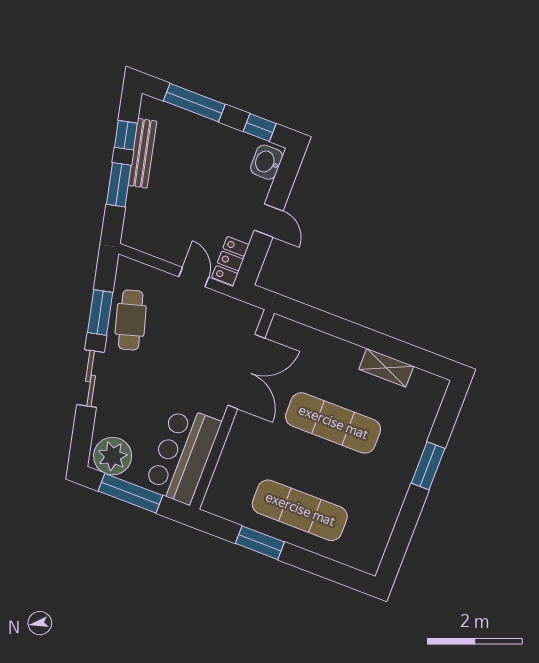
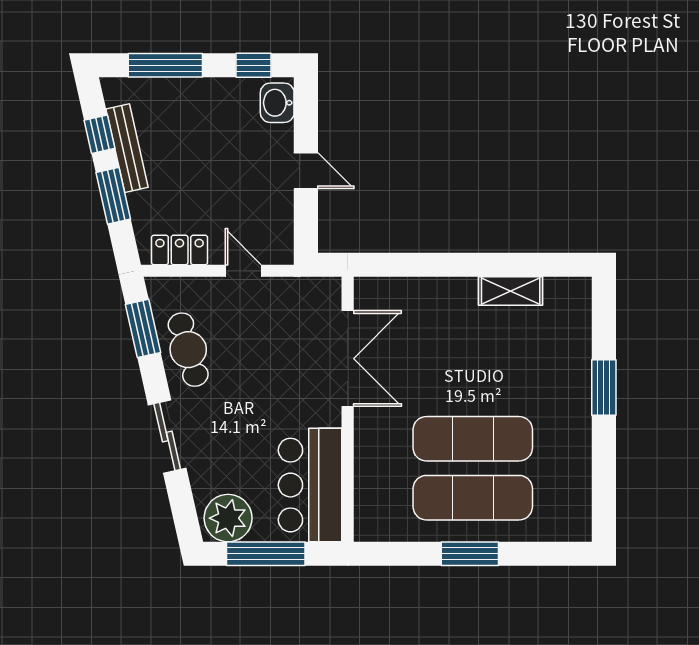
locker: (230, 261) -> (180, 250), moved, turned 90
window: (100, 313) -> (143, 328), moved
exercise mat: (333, 423) -> (473, 439), moved
window: (260, 543) -> (470, 554), moved

